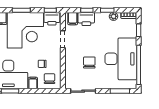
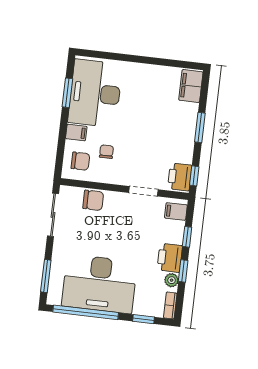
printer: (86, 19) -> (170, 258), moved
corner desk: (25, 30) -> (166, 130), removed
chair: (89, 62) -> (93, 200), moved

